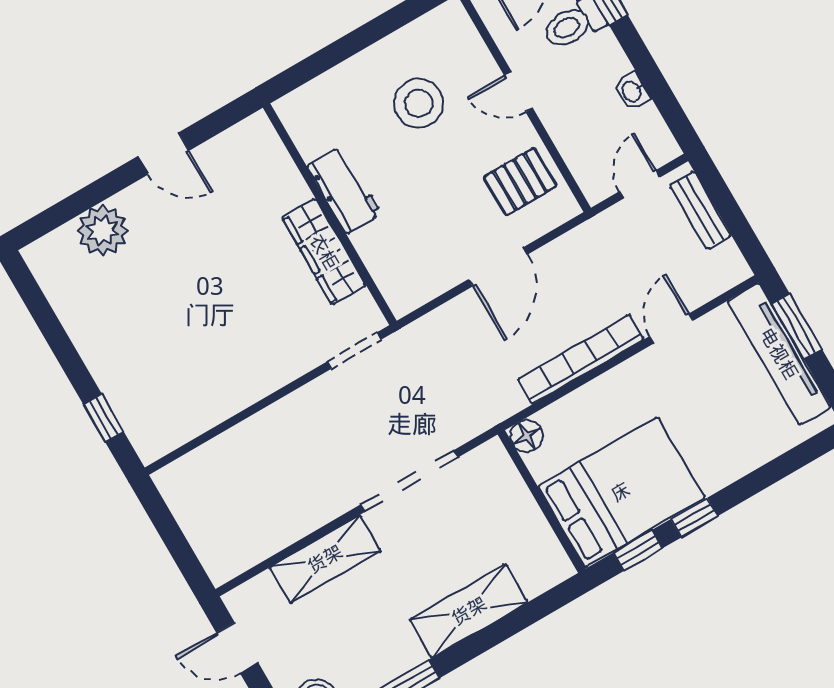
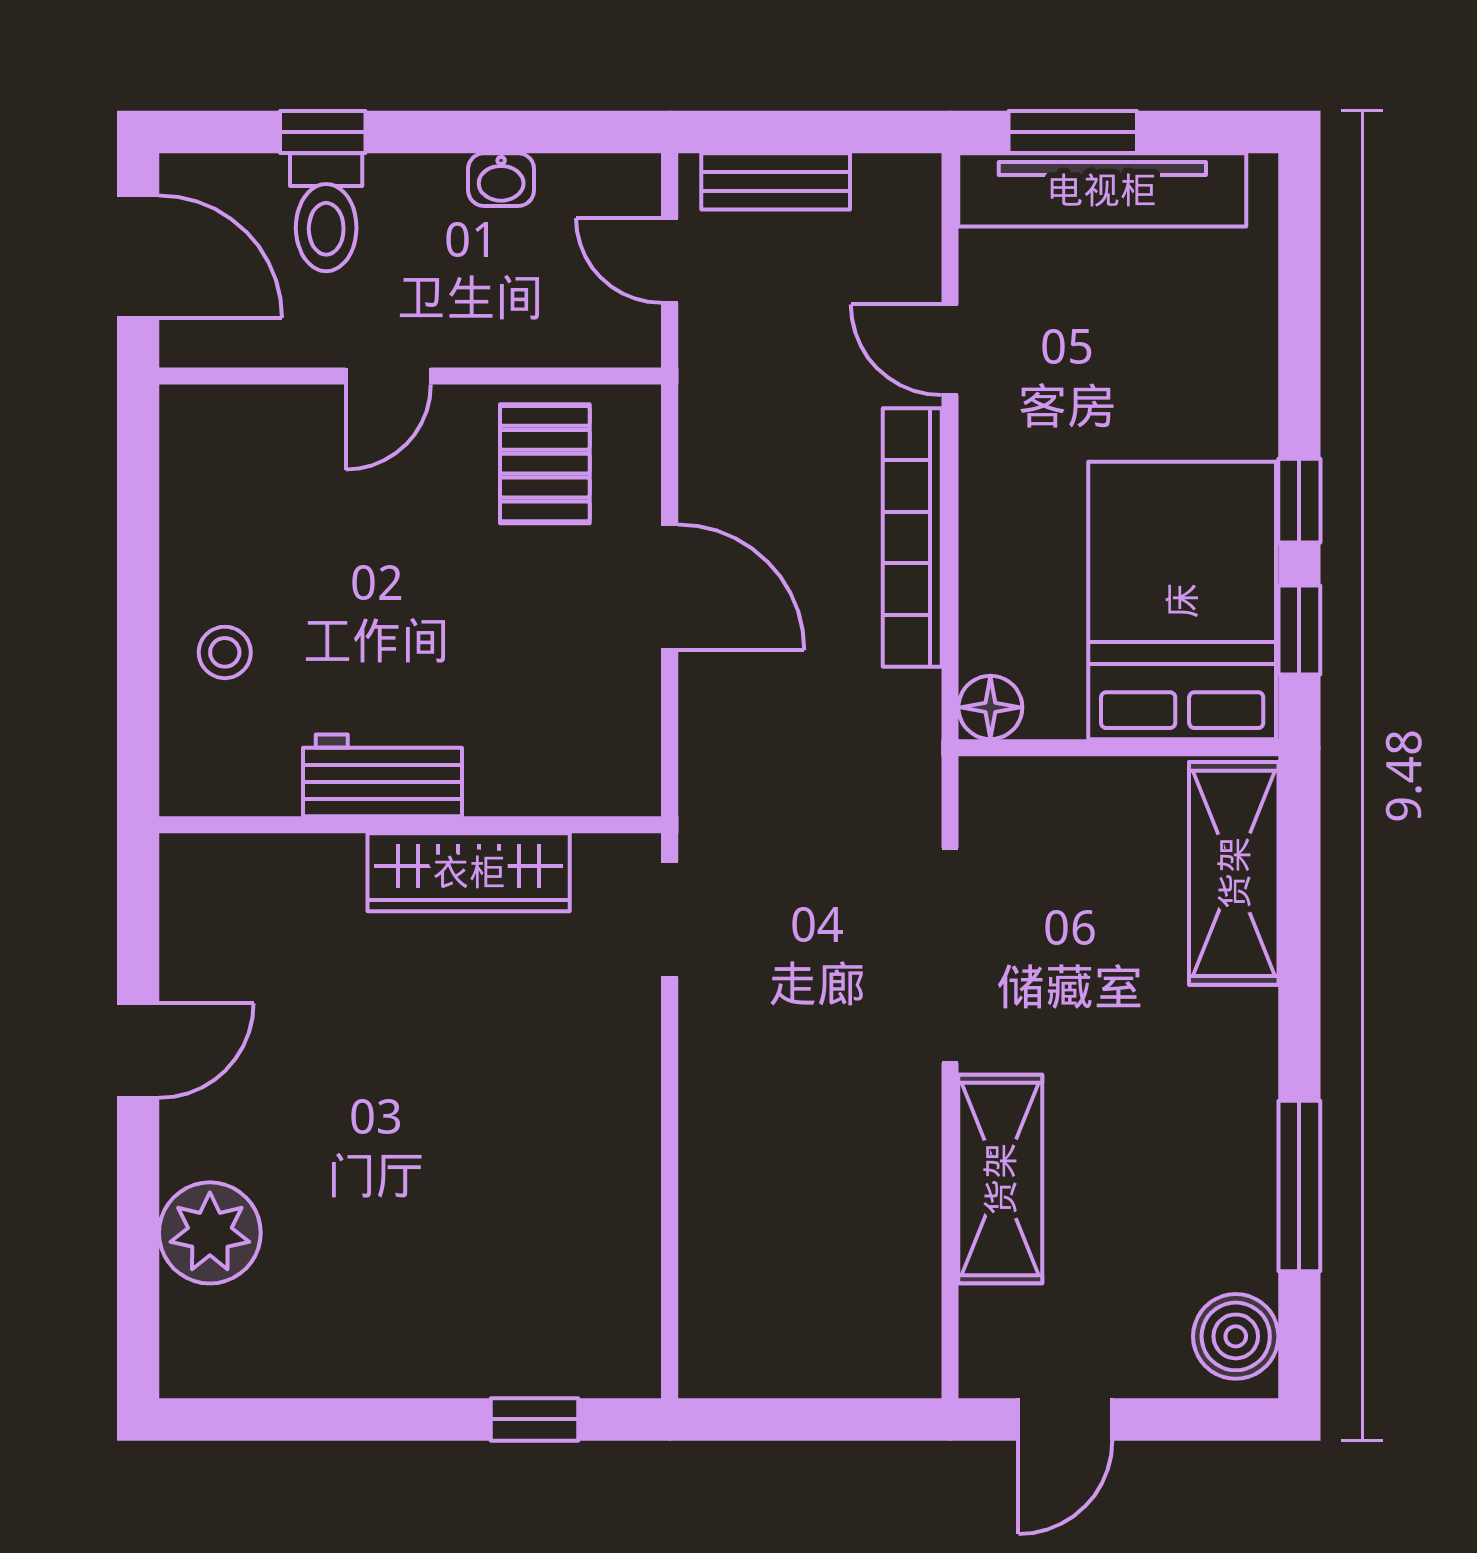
stool: (419, 103) -> (225, 652), moved, width x0.53, depth x0.53
shelving: (469, 611) -> (1234, 873), moved

